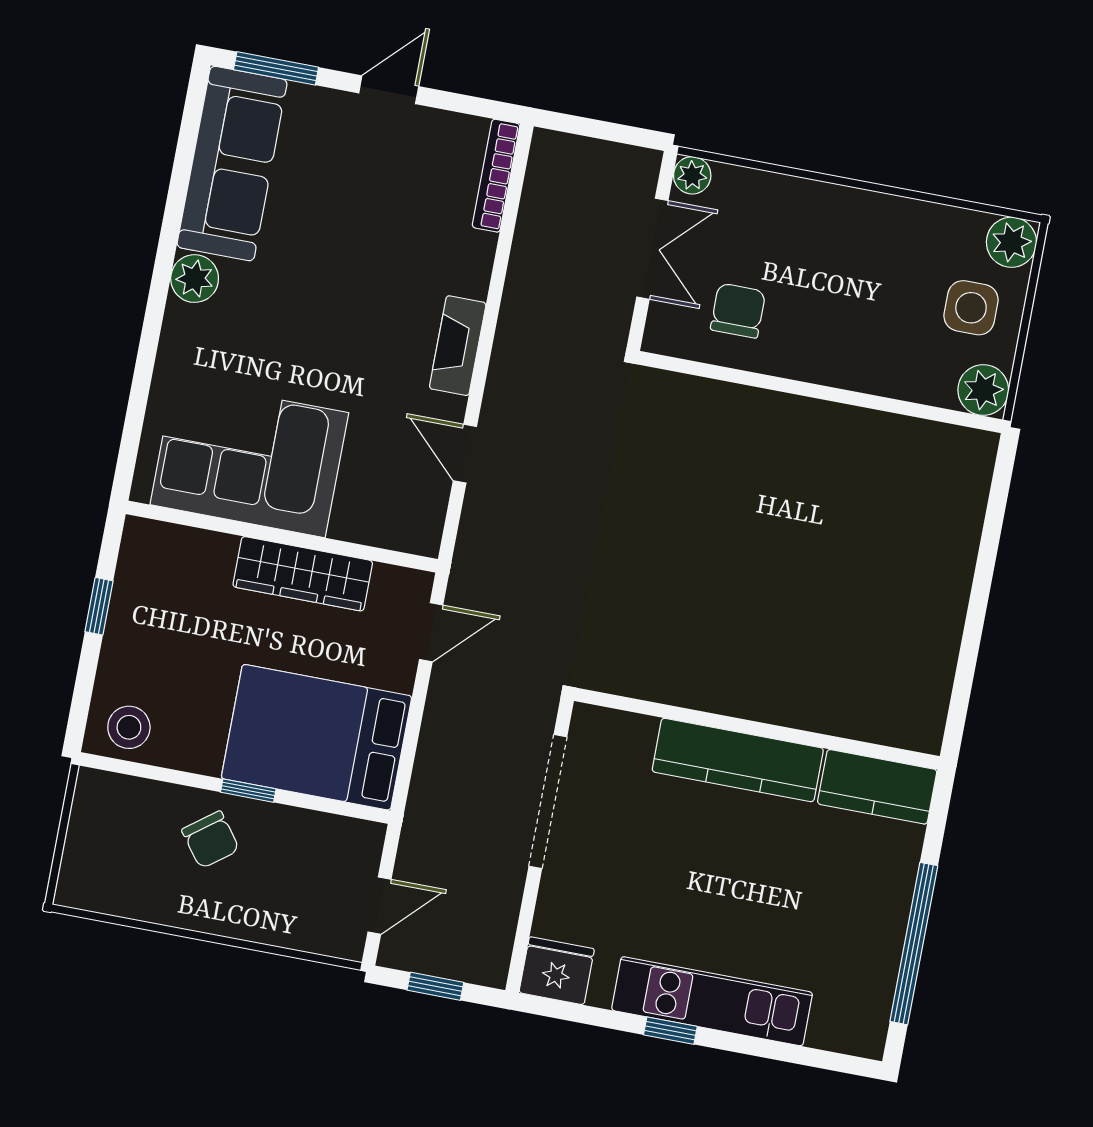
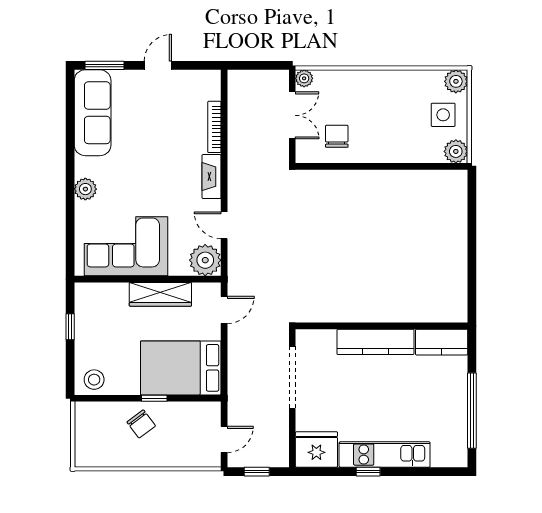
bookcase: (496, 176) -> (214, 127), moved
plant: (195, 279) -> (85, 189), moved
plant: (411, 520) -> (205, 260), added
fridge: (557, 971) -> (316, 449), width x1.36, depth x1.34

